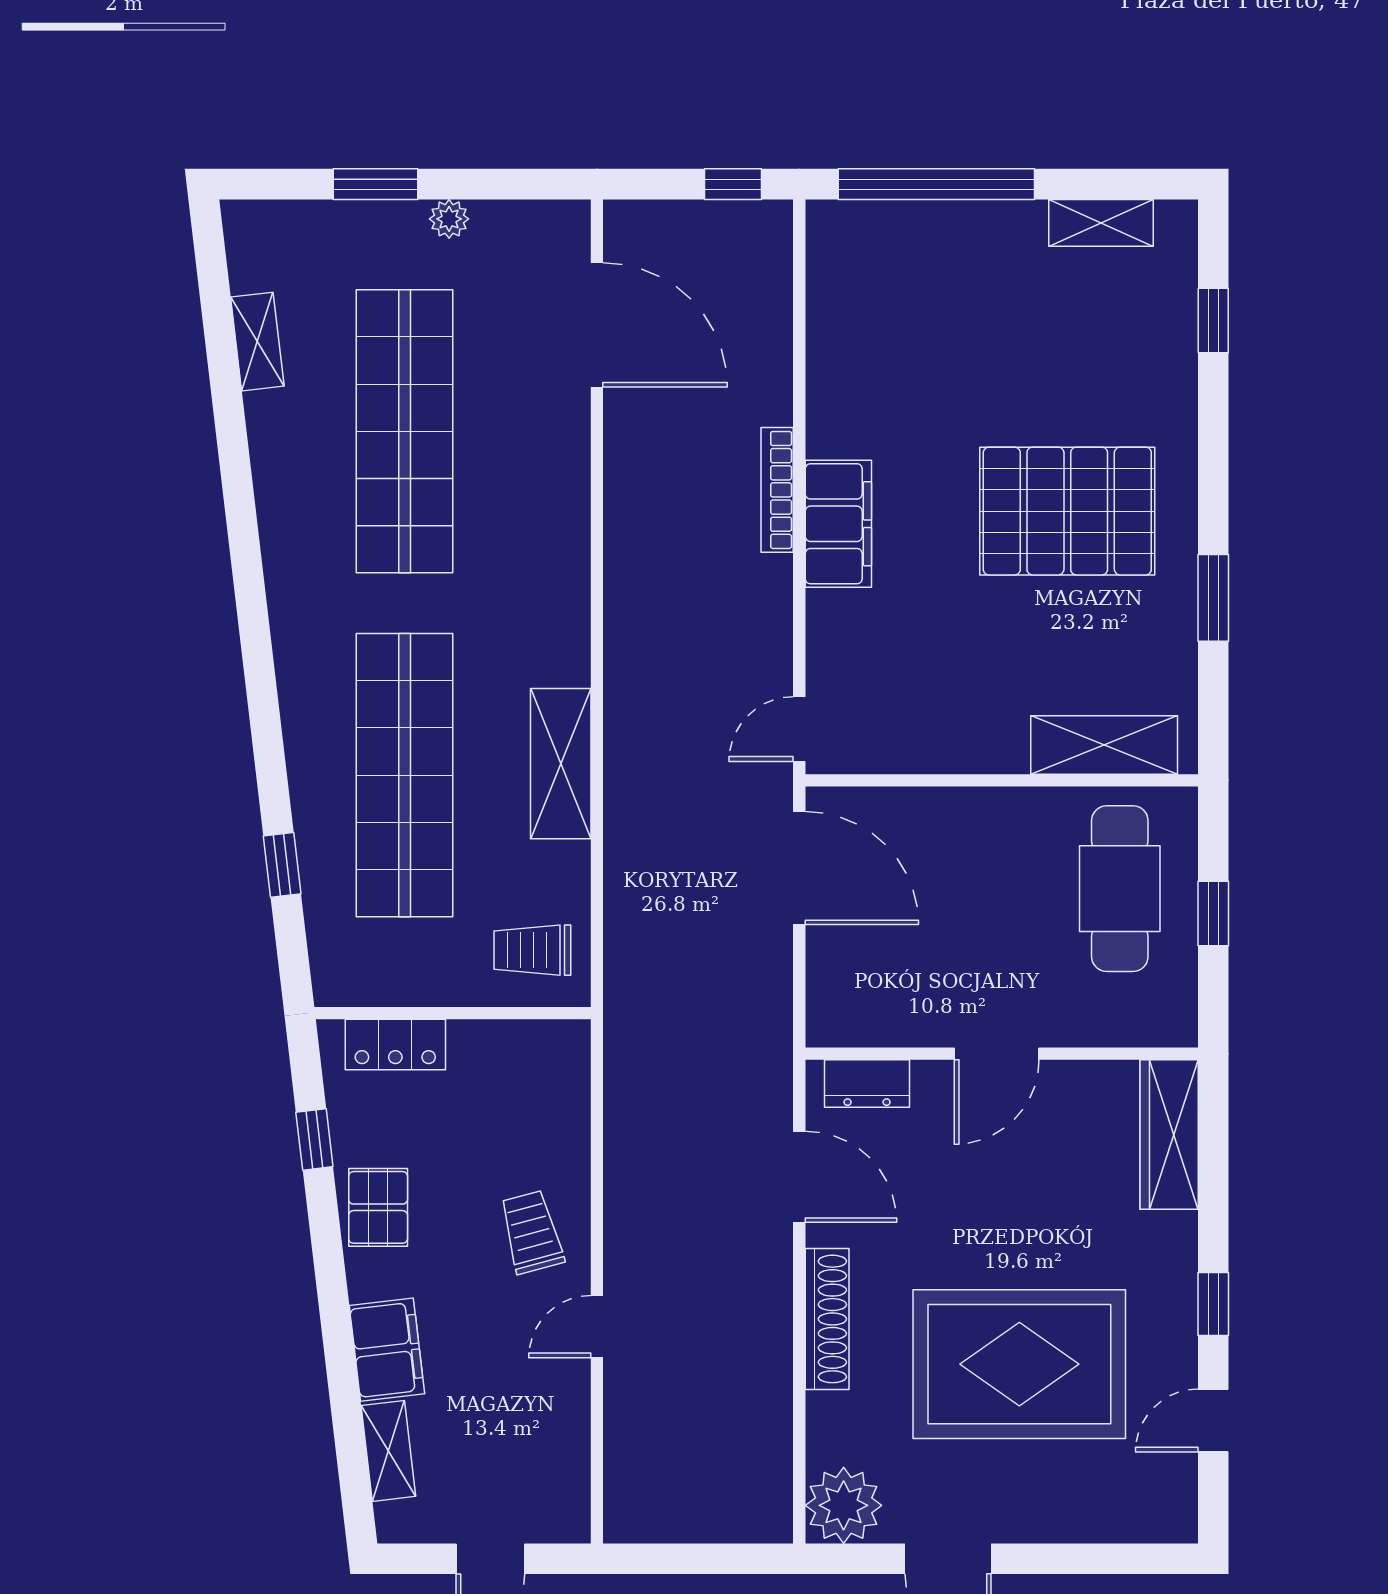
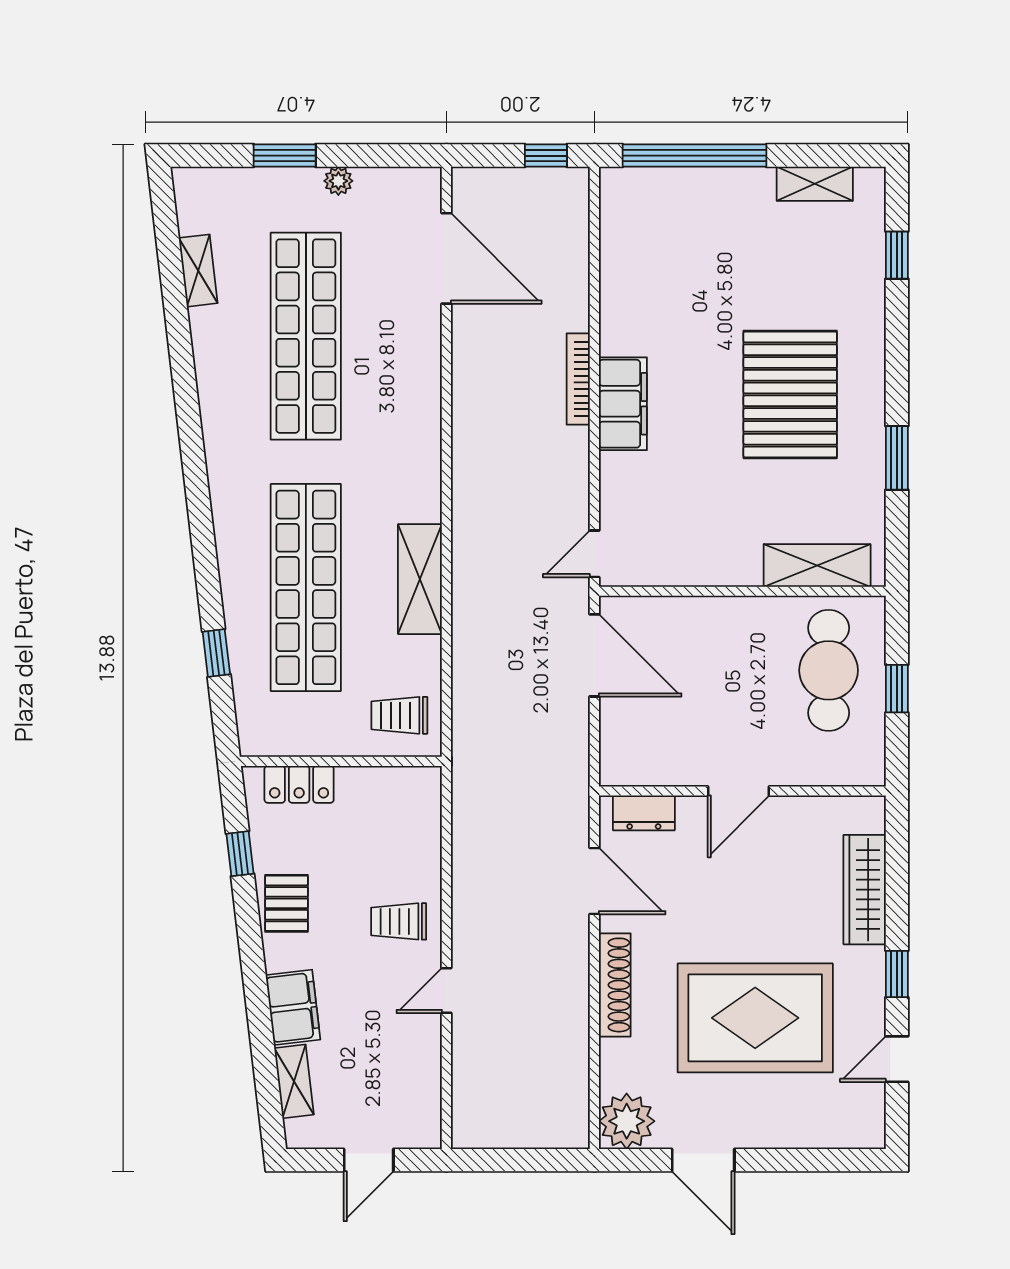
pallet: (1067, 511) -> (790, 394), turned 90
wardrobe: (1169, 1135) -> (865, 890), moved
trolley: (531, 1232) -> (399, 921), turned -75

